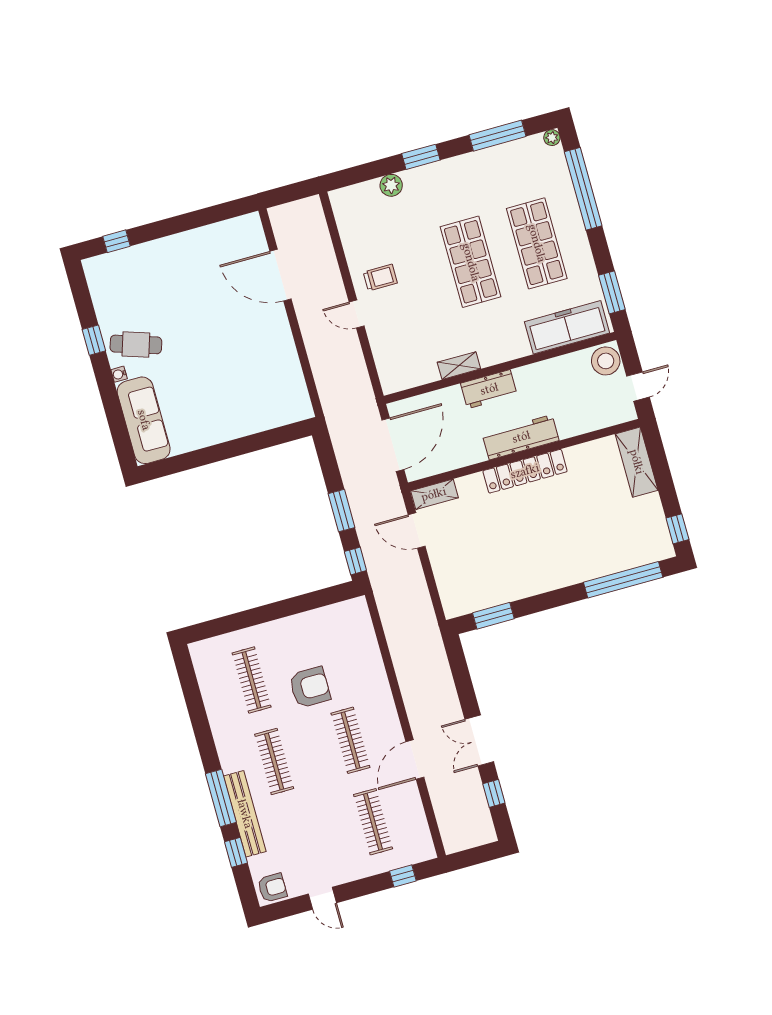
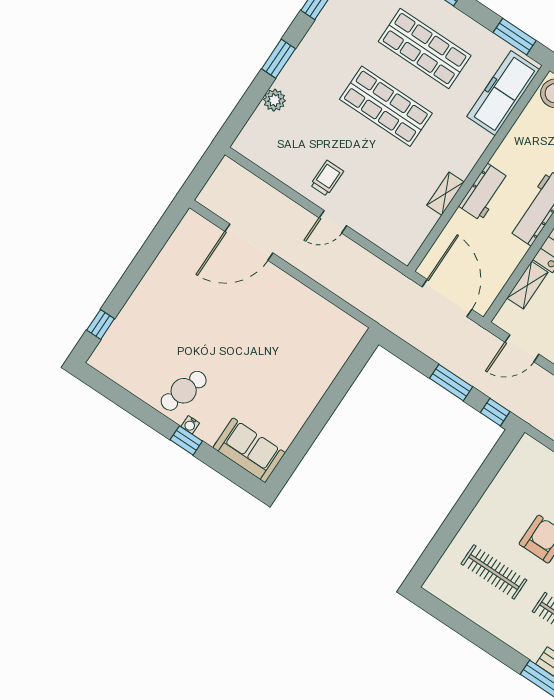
window: (94, 340) -> (186, 440), moved
sofa: (144, 420) -> (249, 450), width x0.73
shelving: (434, 494) -> (527, 285), moved

